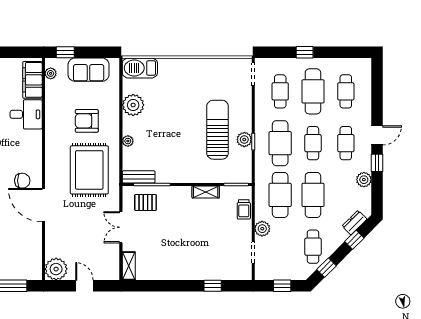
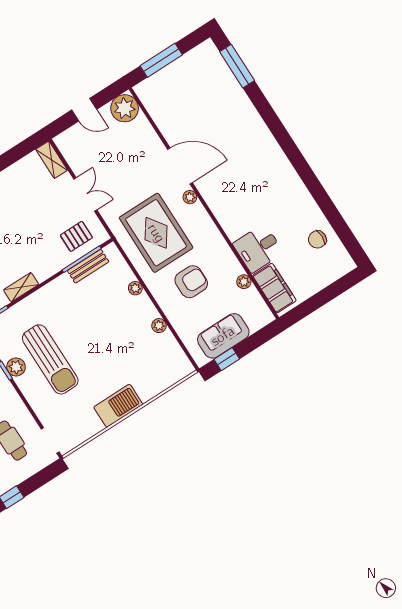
window: (65, 52) -> (227, 359), moved
barbecue: (140, 68) -> (118, 406), moved
plant: (51, 73) -> (244, 282), moved
plant: (133, 105) -> (159, 326), width x0.53, depth x0.53
bench: (139, 177) -> (88, 266), moved
plant: (50, 179) -> (190, 197), added
chair: (22, 181) -> (218, 177), removed

